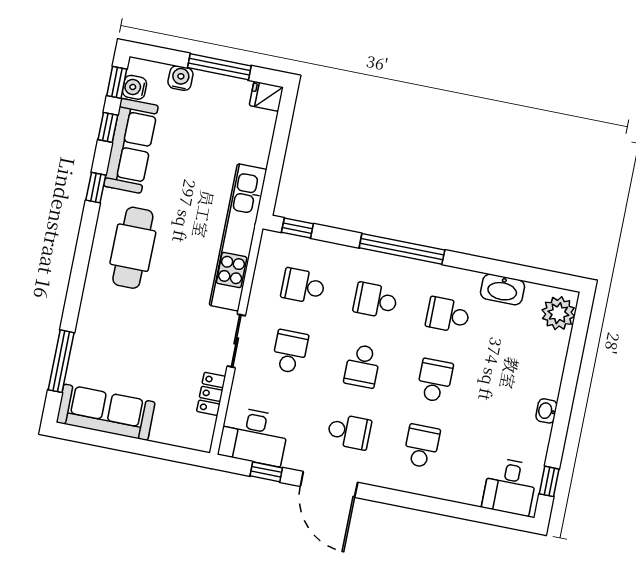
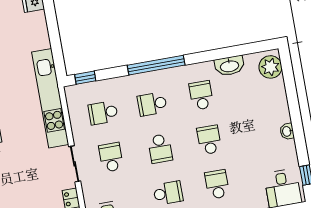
school desk: (448, 315) -> (201, 95), turned 90

